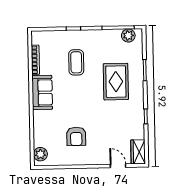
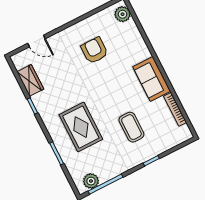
wardrobe: (138, 152) -> (30, 80), moved

